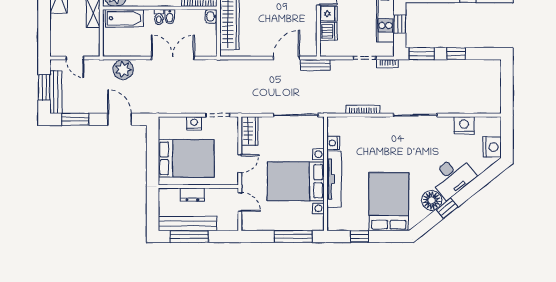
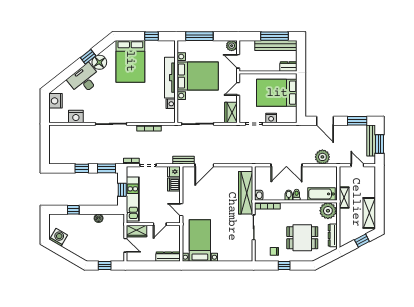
fridge: (329, 14) -> (174, 172), moved
dresser: (192, 195) -> (288, 66), moved
plant: (249, 223) -> (232, 46), added

